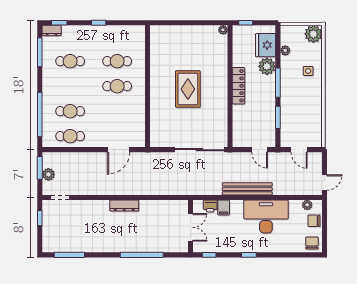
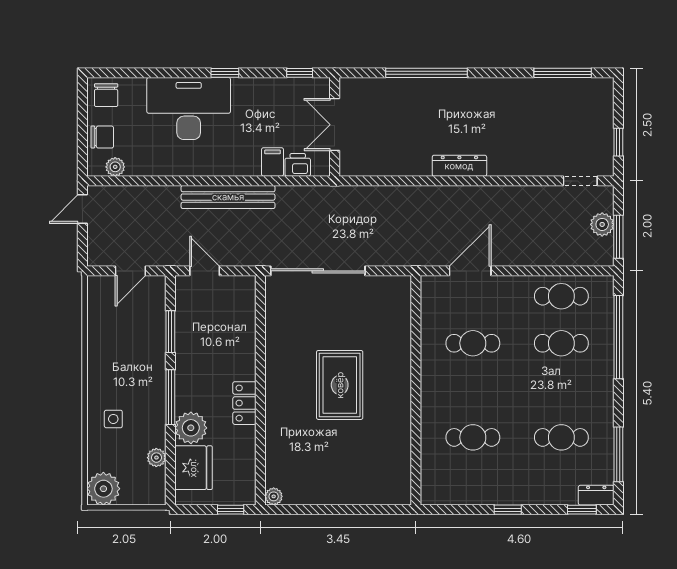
cafe table: (117, 86) -> (473, 343), moved
locker: (238, 86) -> (244, 403), width x0.66
door: (299, 150) -> (130, 271), swing flipped
desk: (266, 216) -> (189, 108), moved, turned 180

